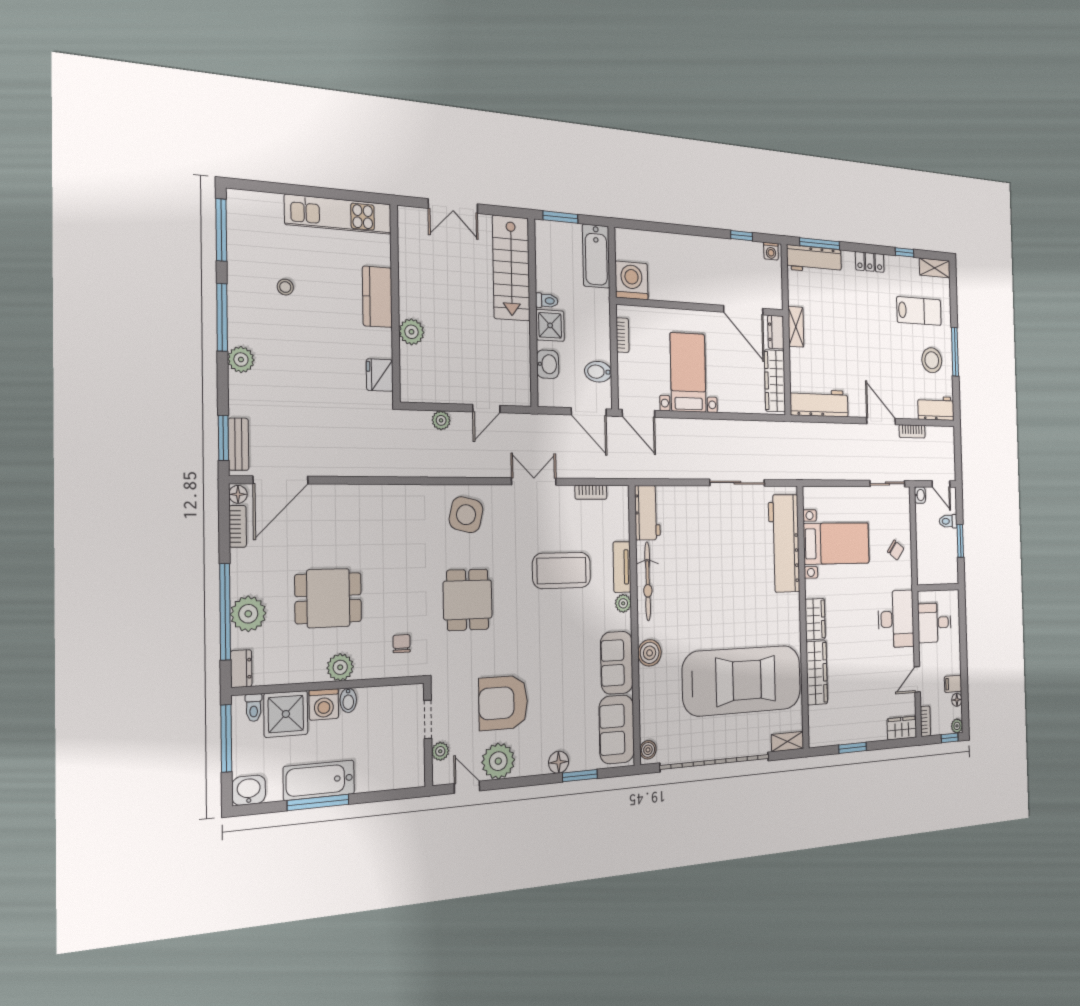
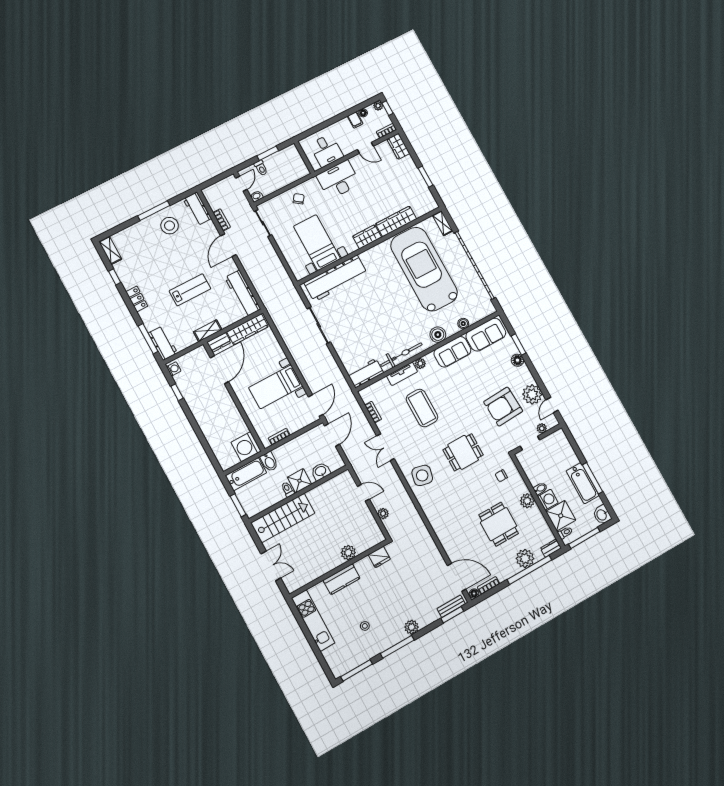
workbench: (814, 259) -> (163, 343), width x0.73
lab bench: (919, 311) -> (190, 290), moved, turned 90
bidet: (598, 372) -> (269, 462), moved
armchair: (503, 703) -> (503, 406), turned 87
boiler: (648, 750) -> (463, 324), moved

